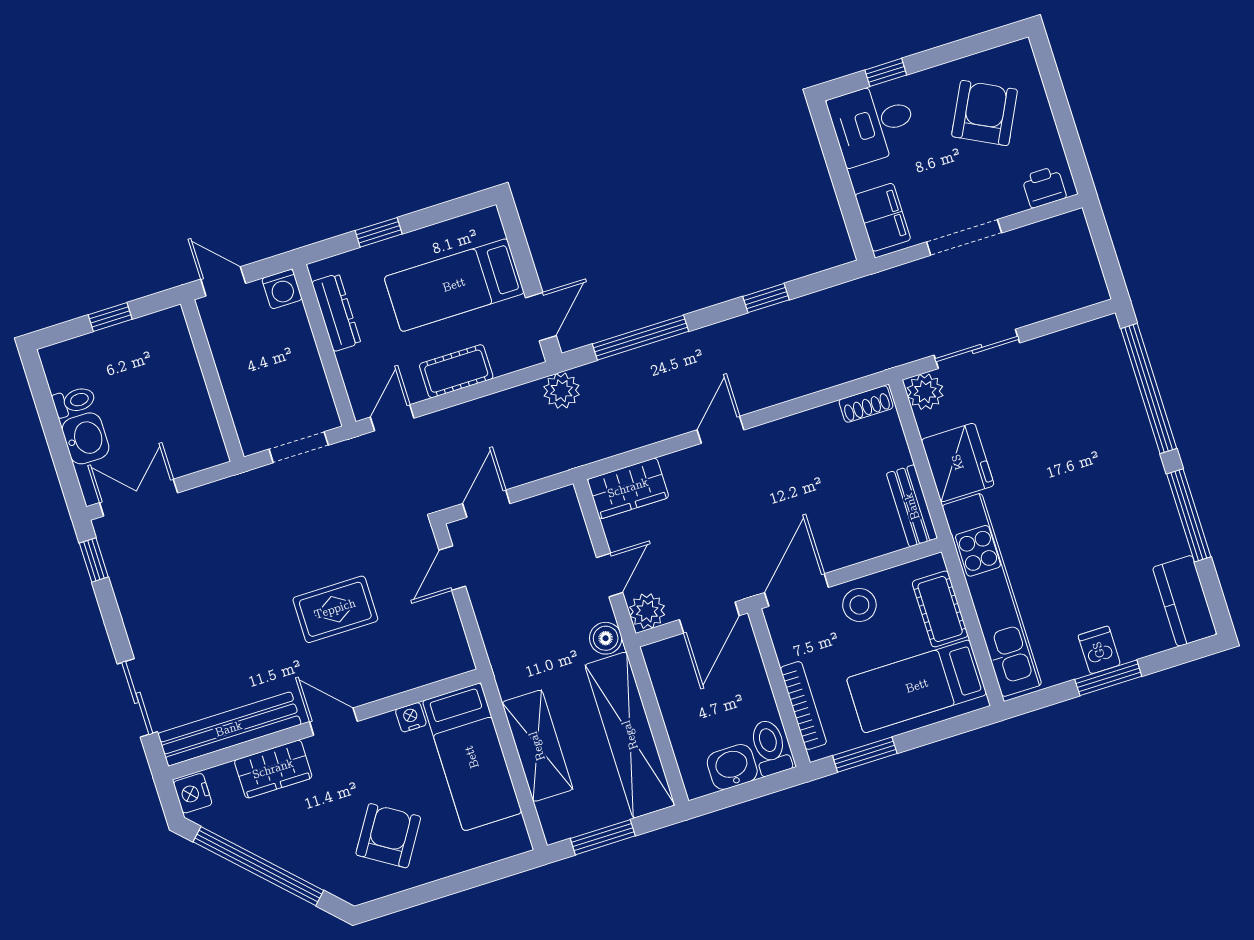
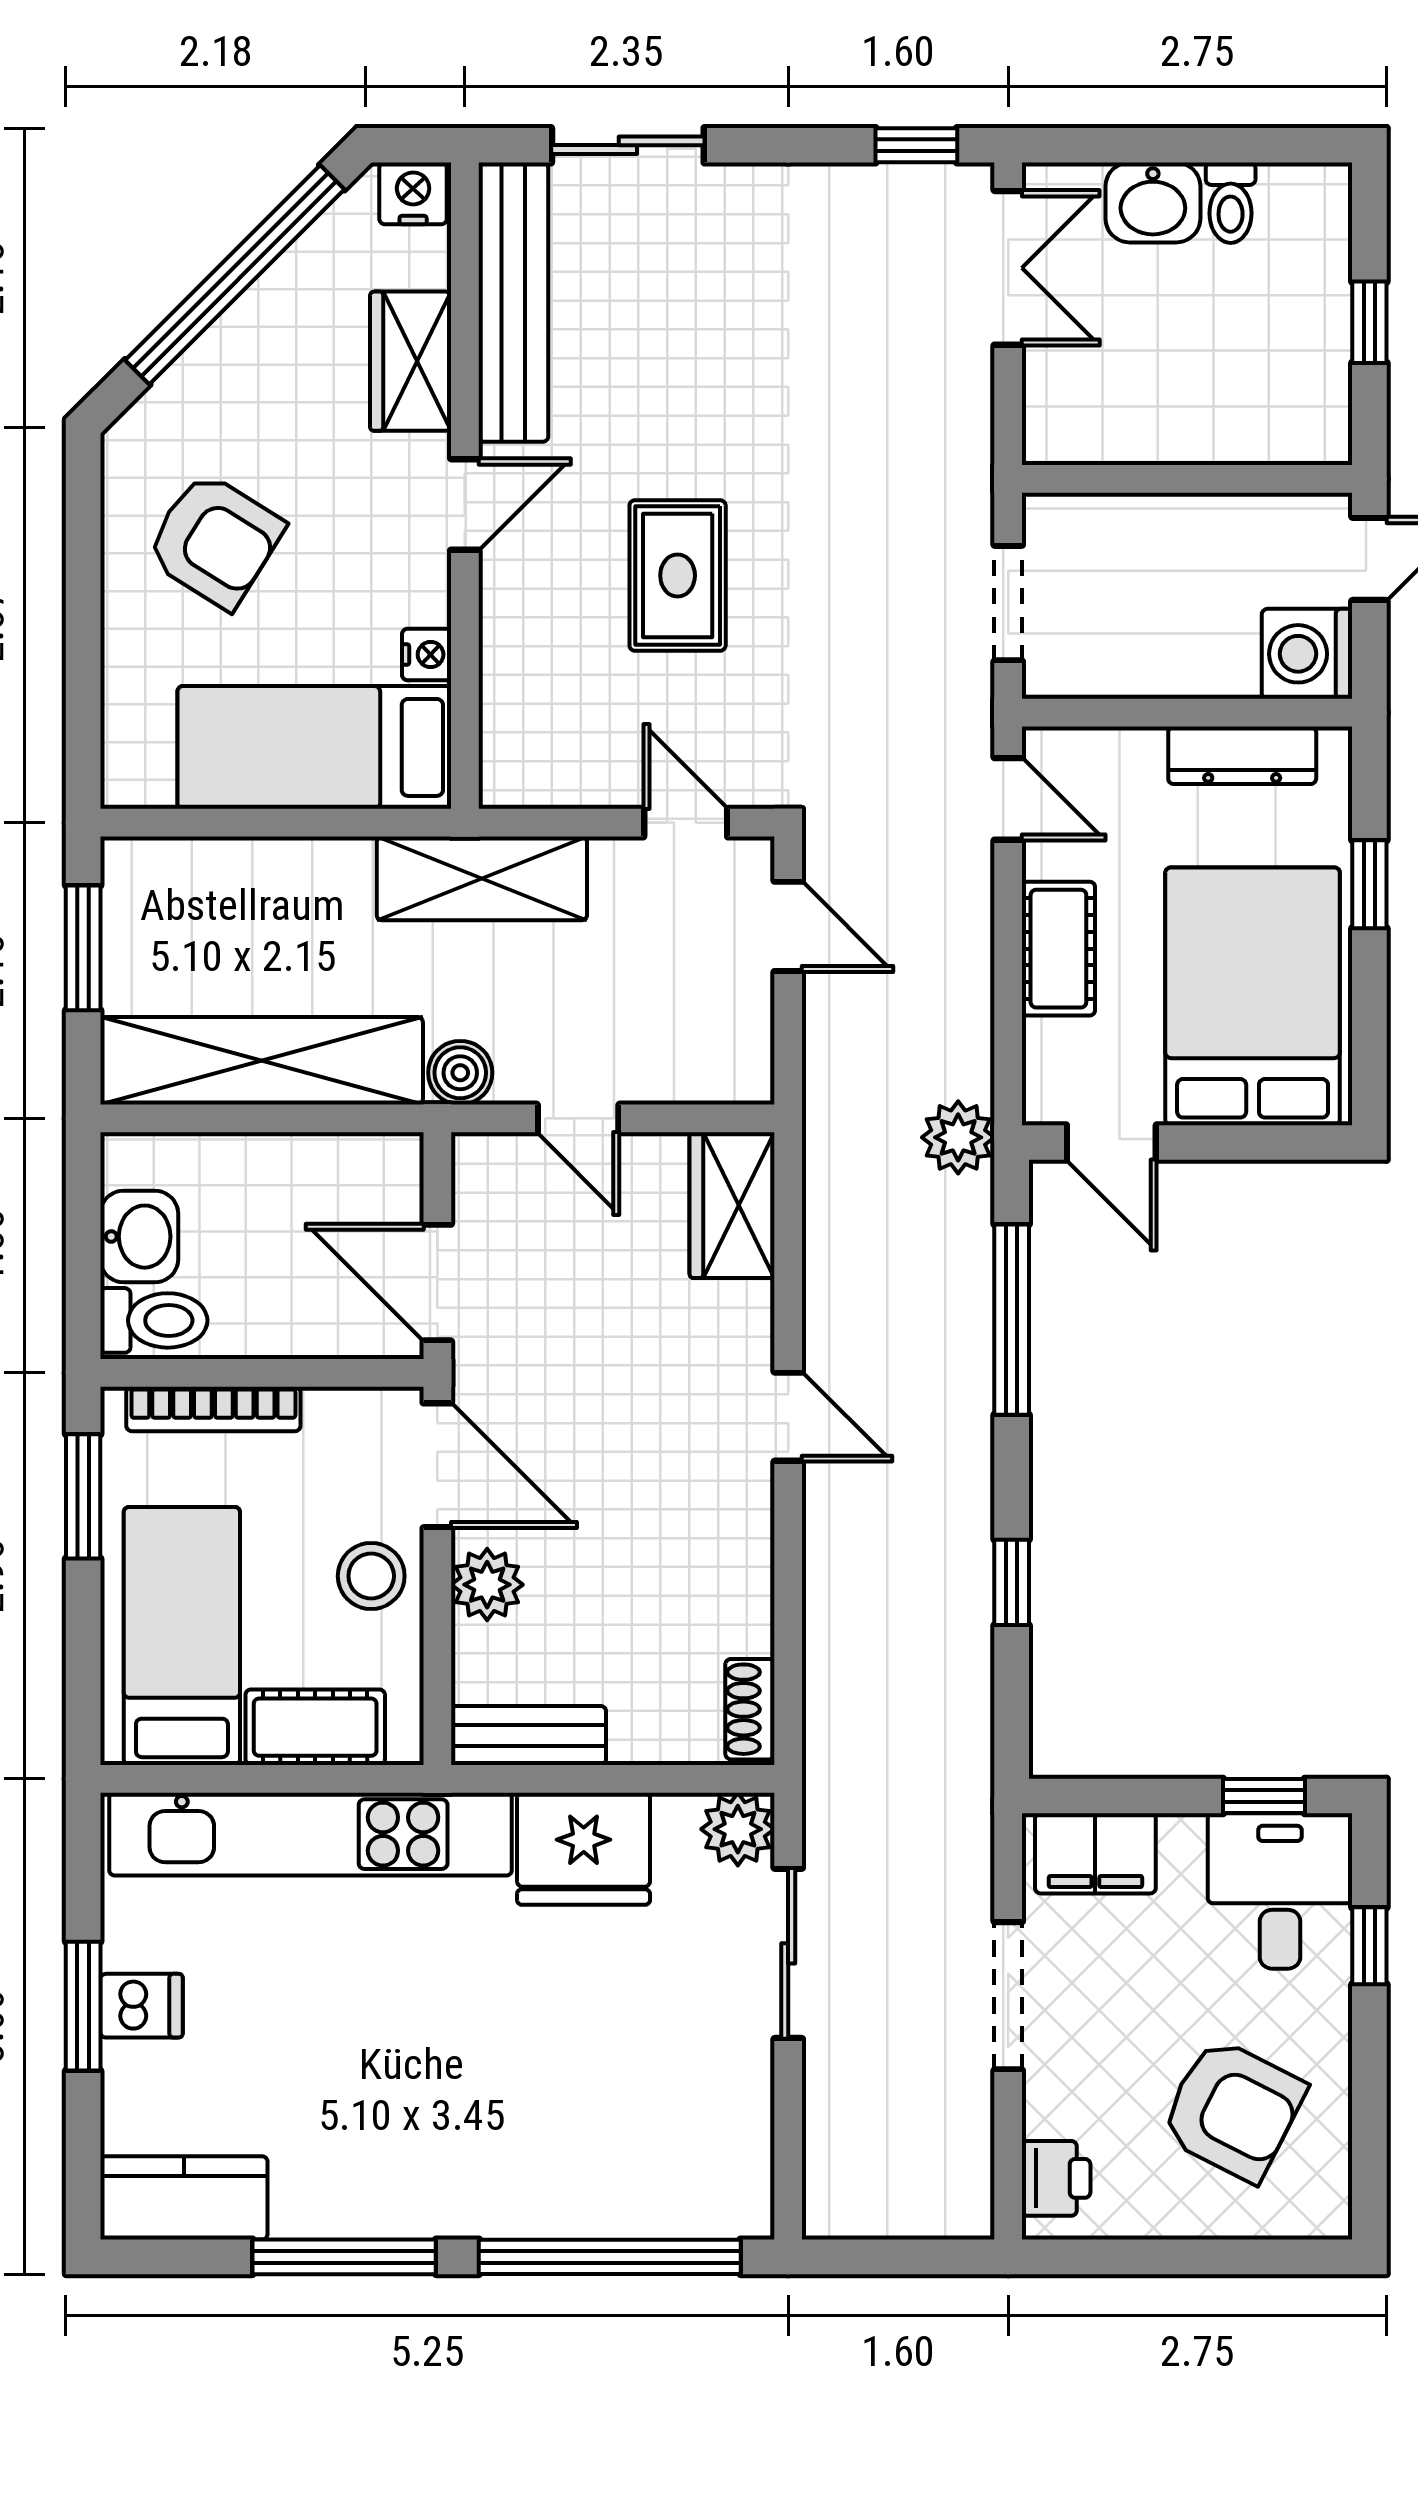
window: (830, 145) -> (1264, 1796), added
bed: (454, 285) -> (1253, 996), width x1.50
washing machine: (282, 289) -> (1307, 654), width x1.38, depth x1.38
plant: (647, 611) -> (487, 1585), moved
shelving: (537, 746) -> (482, 878), moved

